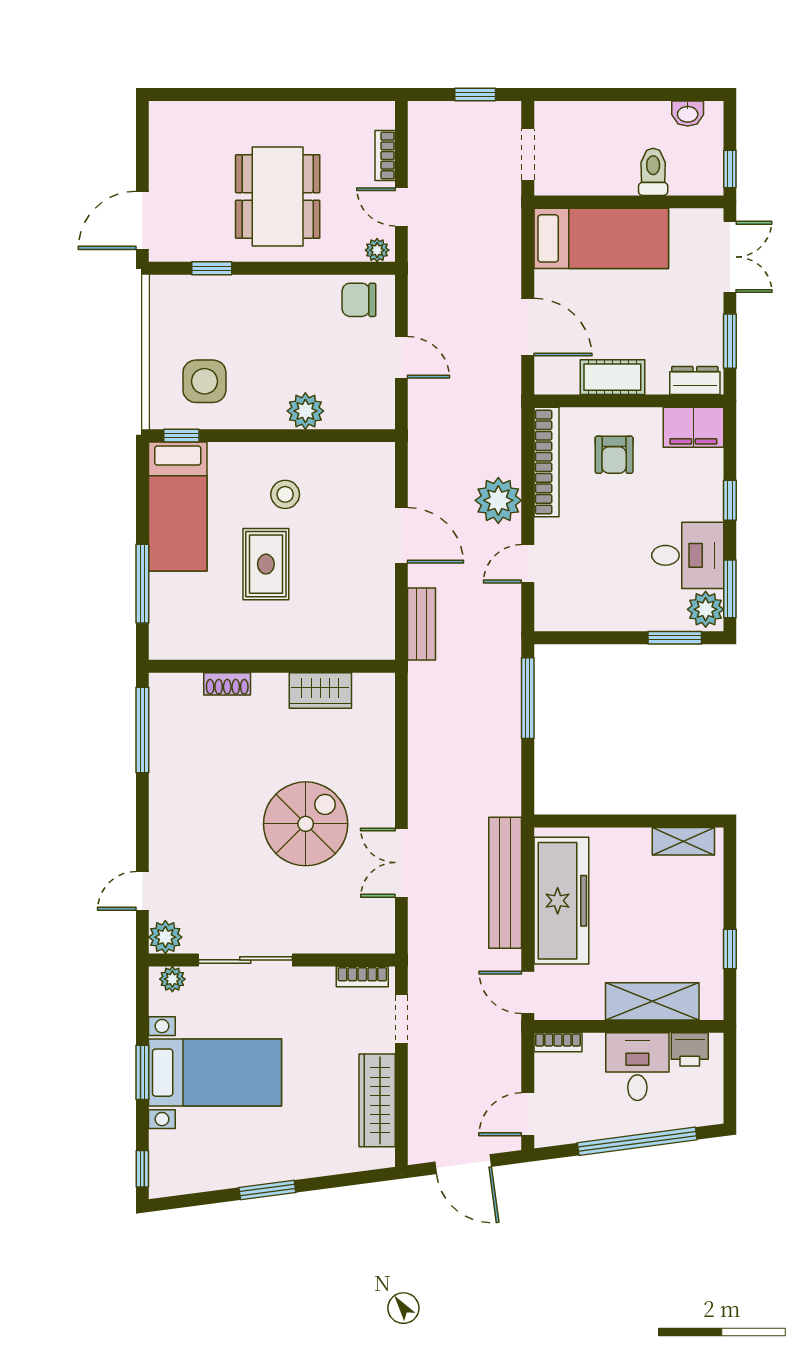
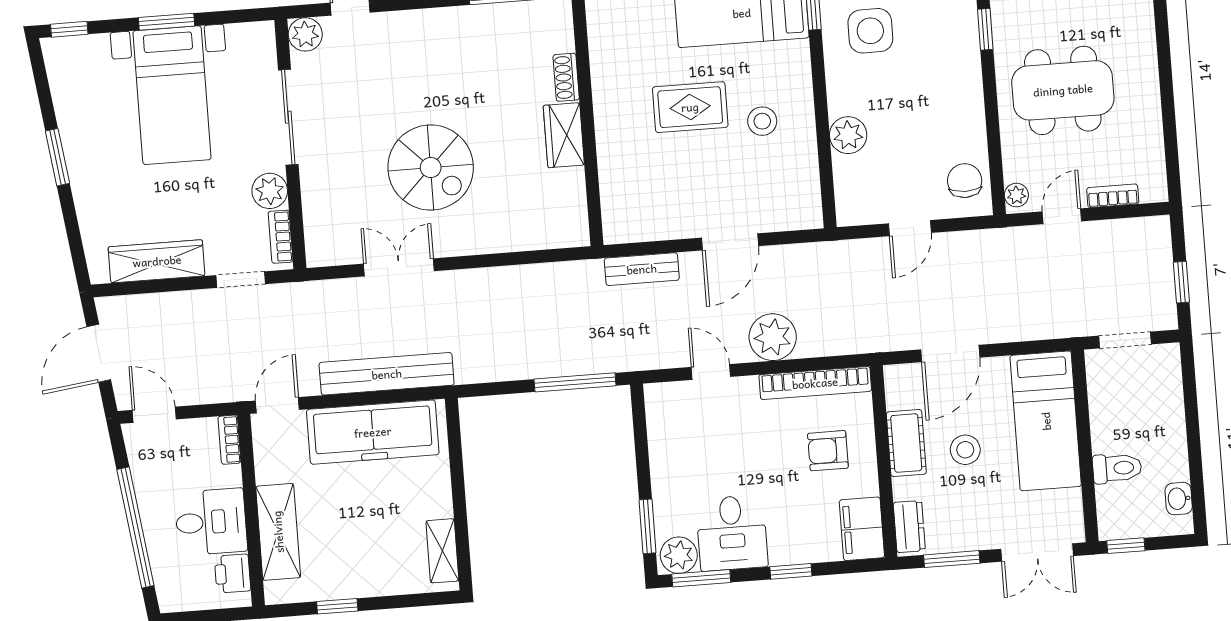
stool: (624, 320) -> (965, 450), added
wardrobe: (320, 691) -> (564, 135), moved
plant: (172, 979) -> (270, 191), moved, width x1.38, depth x1.38

